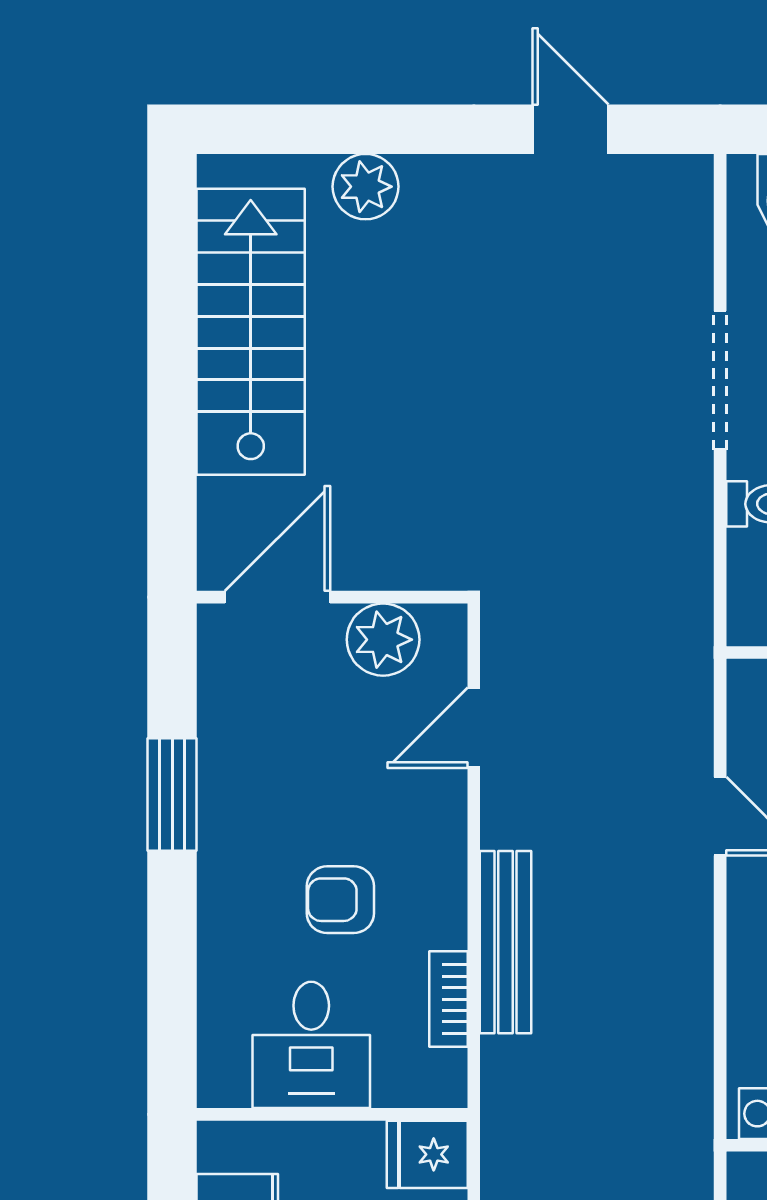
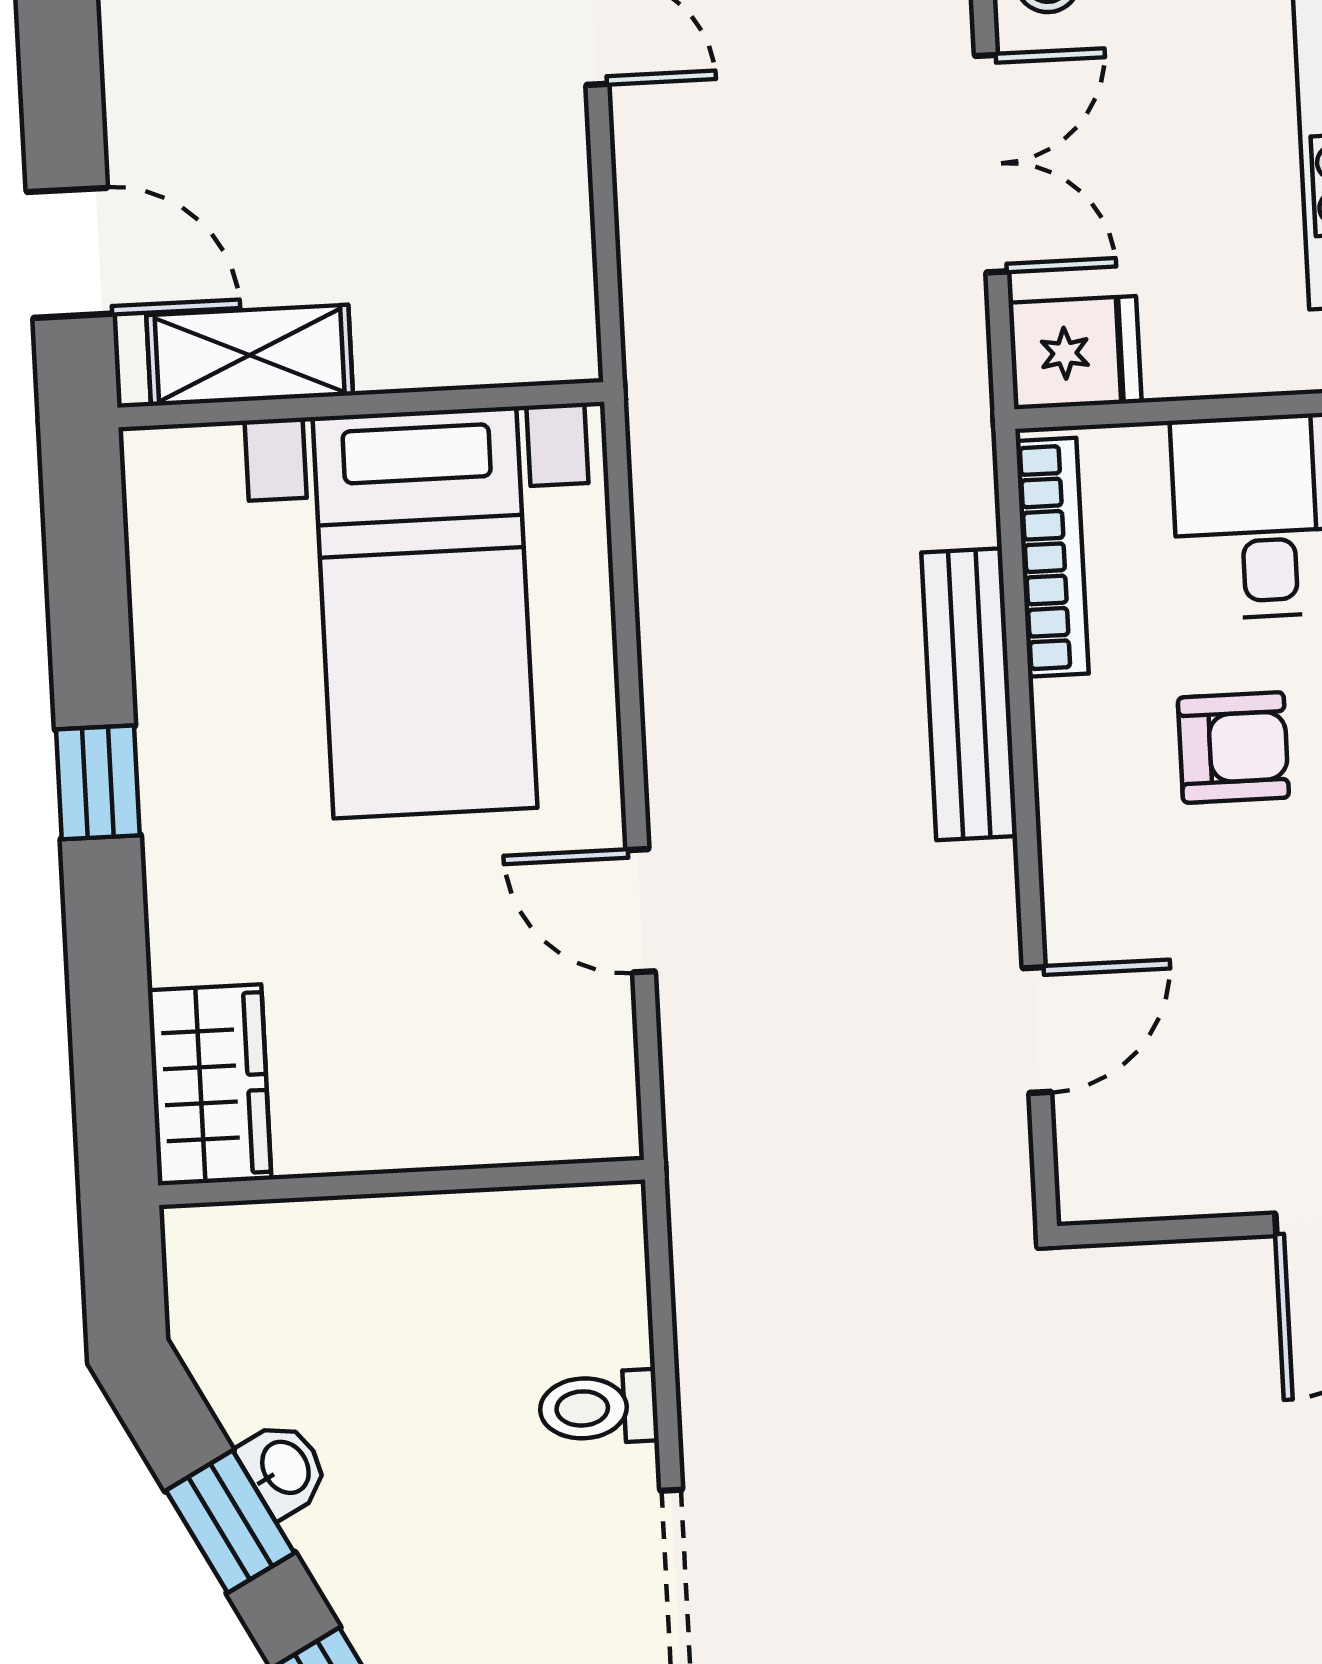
plant: (383, 640) -> (1188, 1162), removed
bookcase: (449, 999) -> (1052, 557), width x1.56

